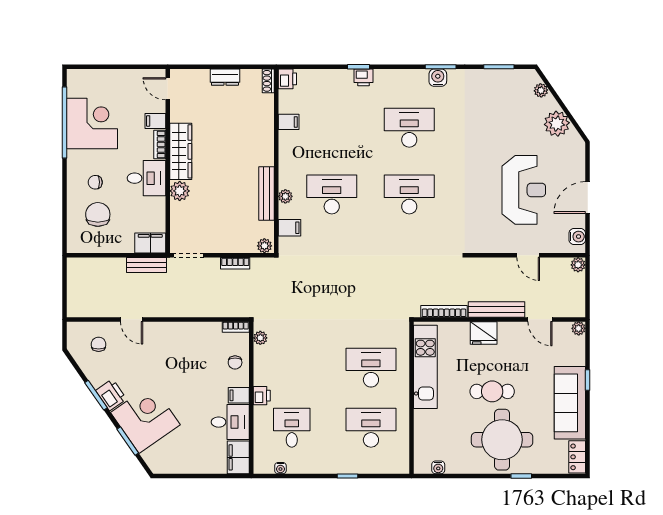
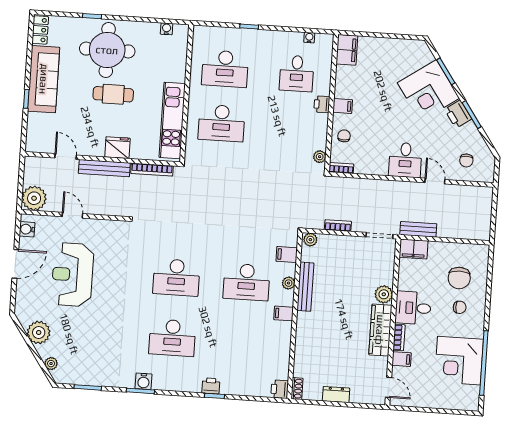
filing cabinet: (289, 122) -> (284, 313), moved
plant: (578, 265) -> (34, 198), width x1.88, depth x1.88
plant: (579, 328) -> (31, 146), removed
desk: (230, 422) -> (405, 160), moved, turned -90

